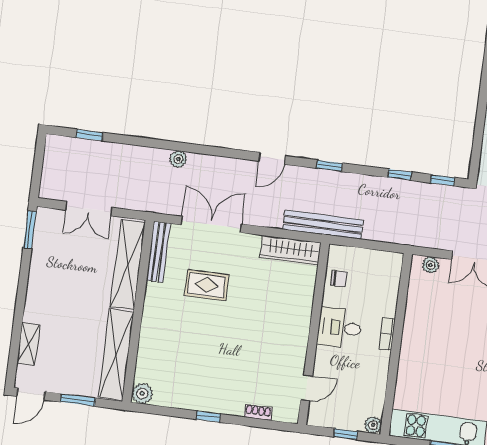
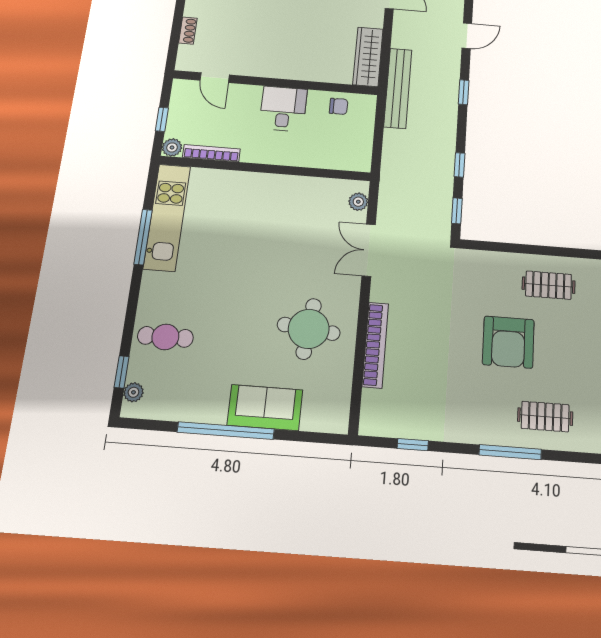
door: (272, 158) -> (467, 36), swing flipped
chair: (339, 279) -> (339, 106), turned -90
bookcase: (387, 334) -> (211, 153), moved, width x1.56

